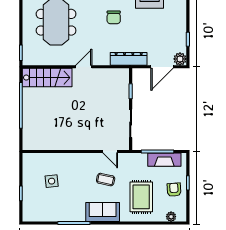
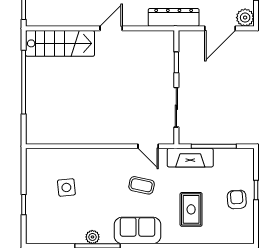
fireplace: (164, 160) -> (190, 158), moved
rug: (141, 197) -> (191, 209), width x0.73, depth x0.70
plant: (171, 217) -> (92, 237), moved

